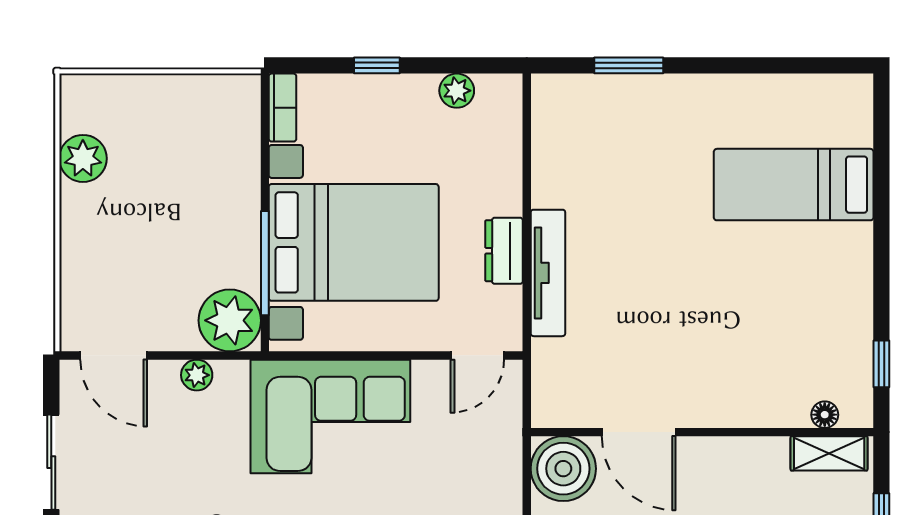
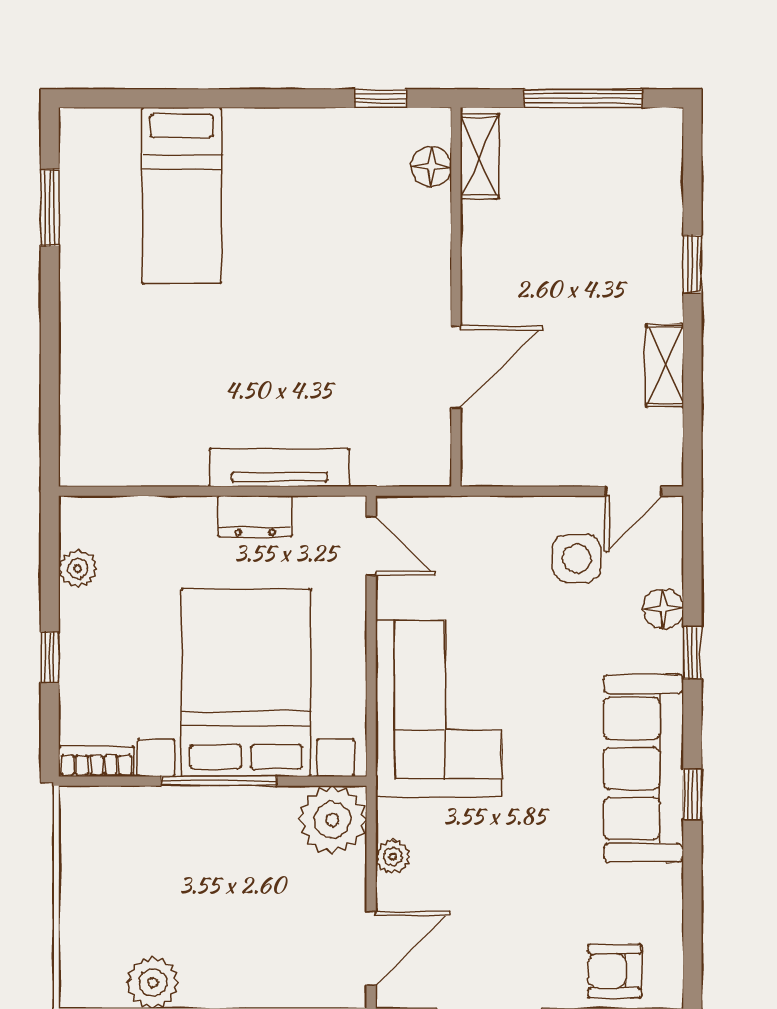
window: (629, 65) -> (50, 208), moved
window: (265, 263) -> (219, 781), moved
floor lamp: (825, 415) -> (431, 167), width x1.37, depth x1.37
boiler: (563, 469) -> (496, 451), removed

